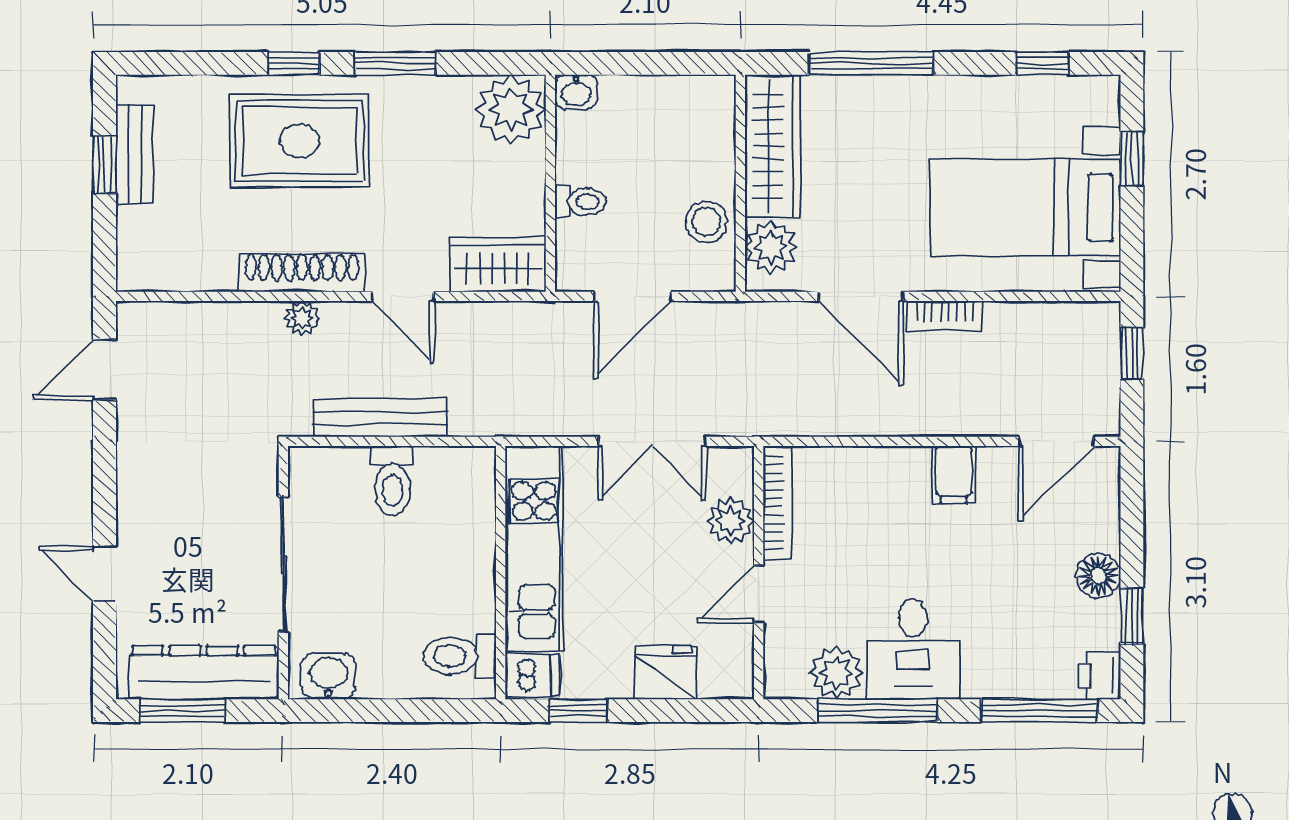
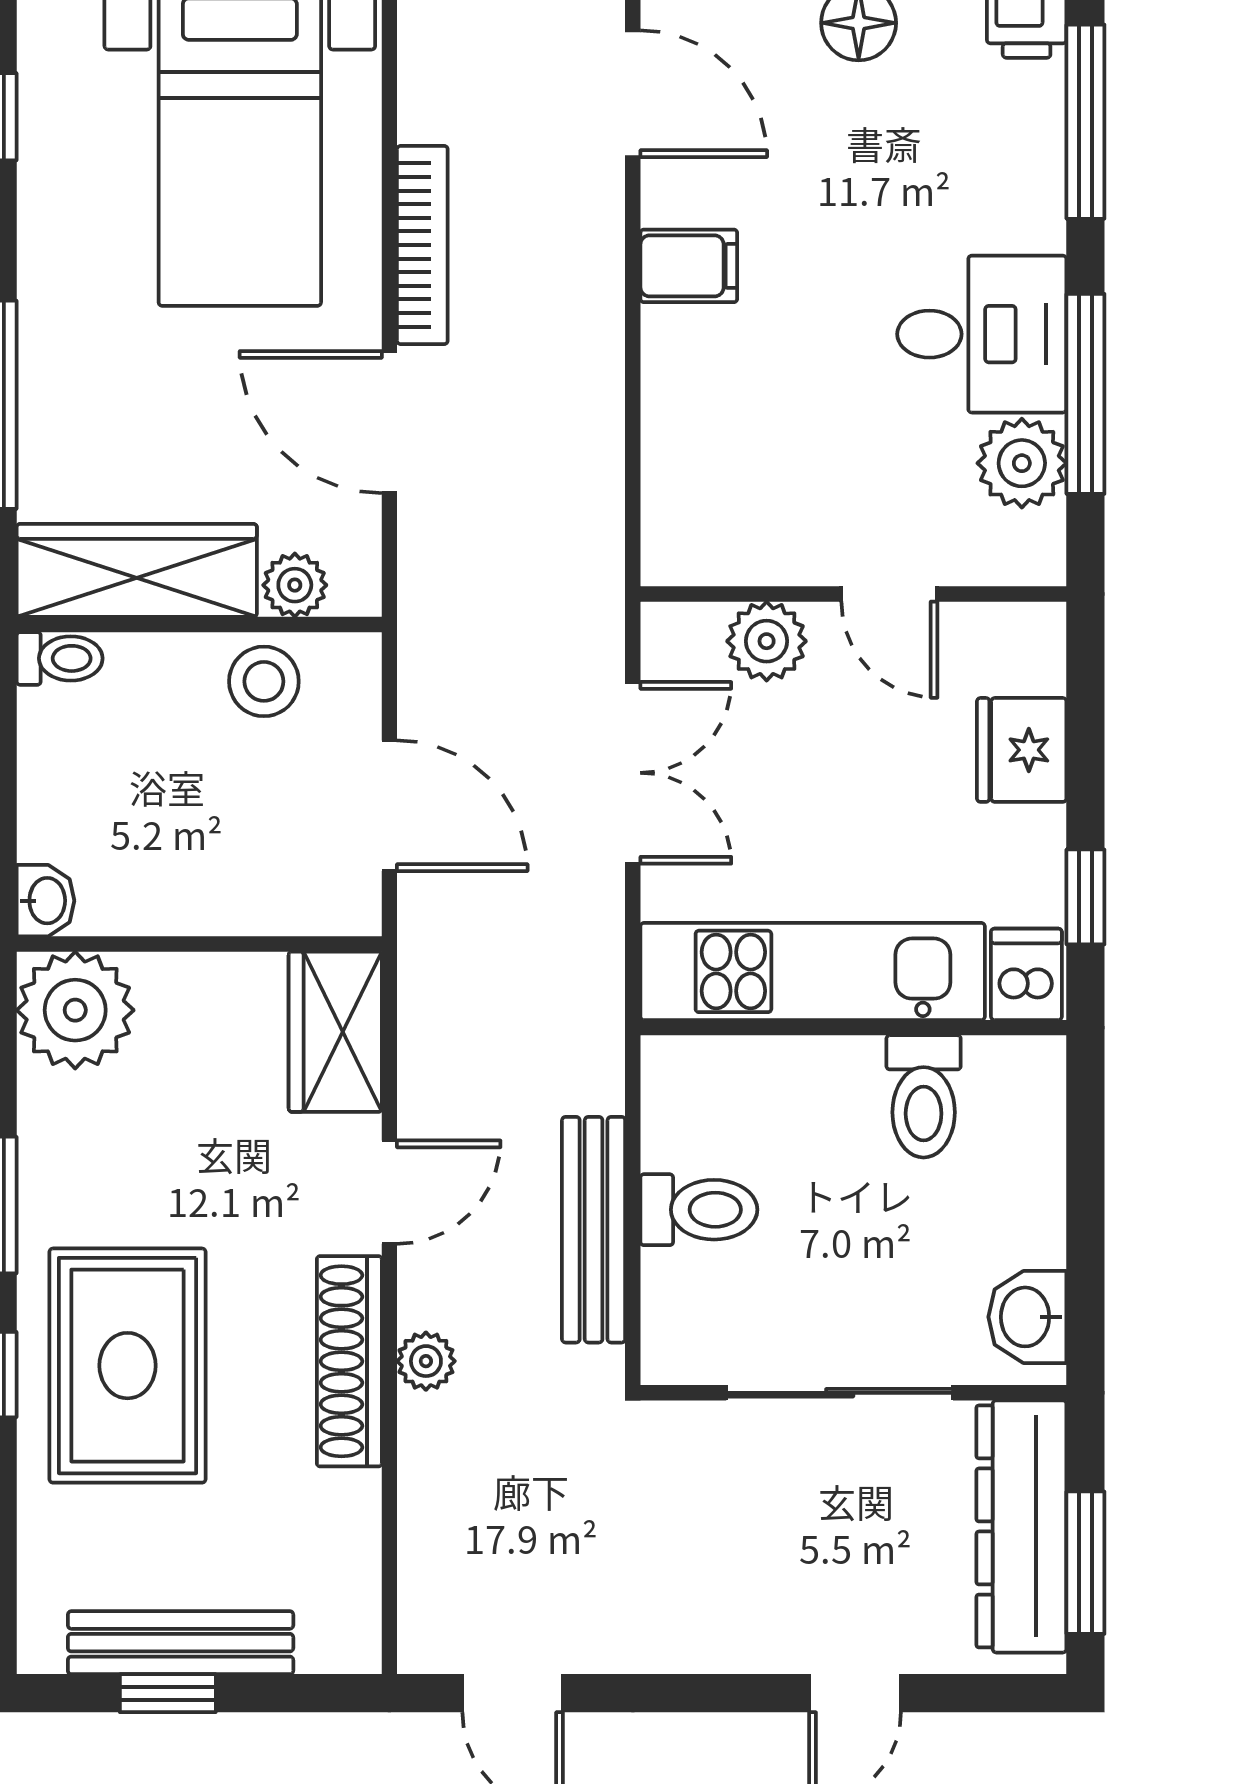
bench: (135, 154) -> (181, 1643), width x1.36
toilet: (580, 202) -> (60, 658), moved, turned 90
plant: (771, 247) -> (295, 585), width x0.73, depth x0.73
door: (861, 296) -> (389, 422), swing flipped
bookcase: (945, 316) -> (422, 245), width x1.56
bookcase: (778, 503) -> (736, 562), removed
toilet: (460, 656) -> (924, 1096), moved

